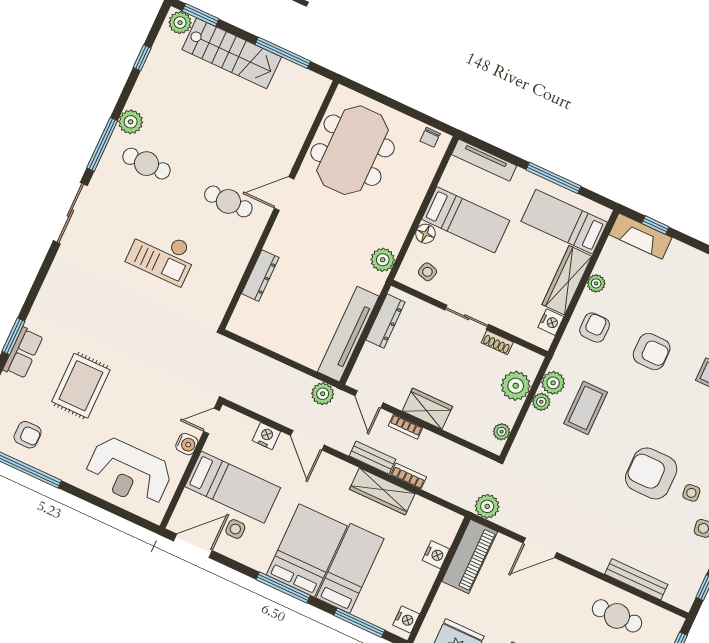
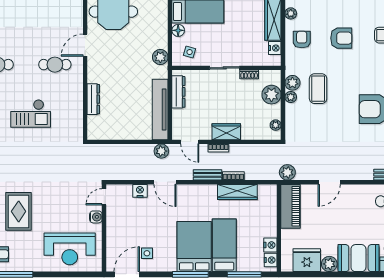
bed: (233, 487) -> (134, 230), removed
wardrobe: (382, 491) -> (237, 192), moved
nightstand: (436, 555) -> (270, 245), moved

